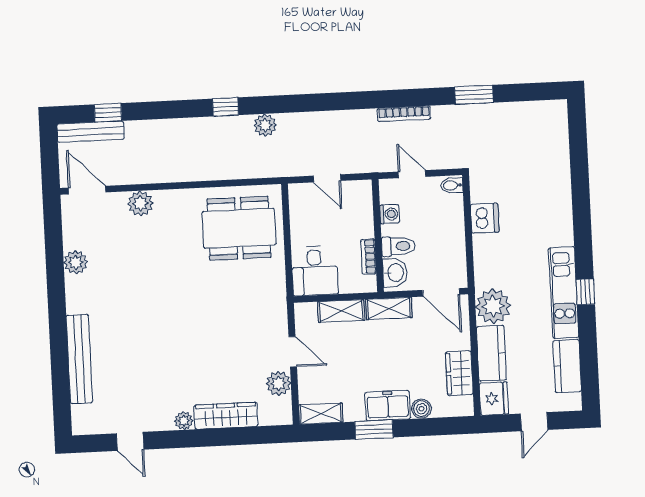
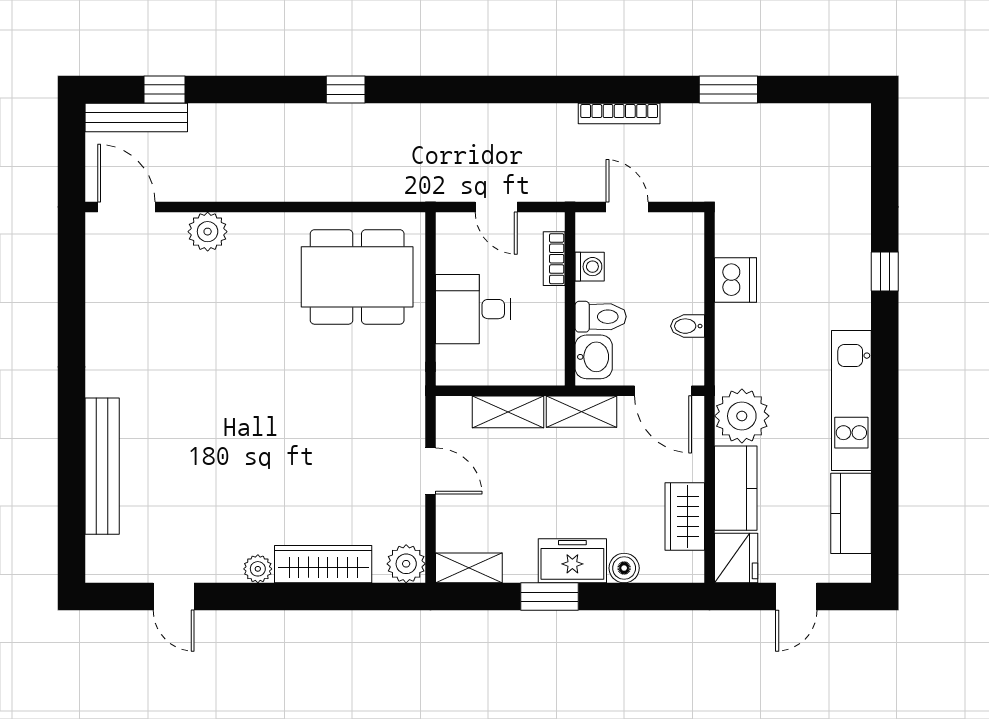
plant: (265, 125) -> (405, 121), removed
bidet: (452, 185) -> (688, 326), moved
bookcase: (369, 257) -> (554, 259), moved
plant: (76, 262) -> (104, 317), removed
desk: (315, 271) -> (473, 309), moved, turned 90
window: (585, 292) -> (885, 271), moved
plant: (278, 383) -> (406, 564), moved

